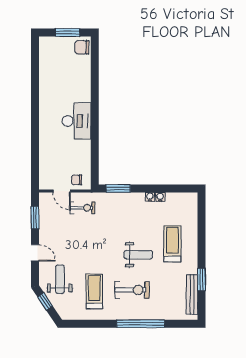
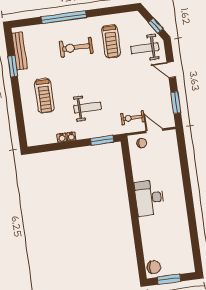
weight bench: (138, 255) -> (87, 108), moved, turned 180
weight bench: (60, 279) -> (145, 48), turned 90

